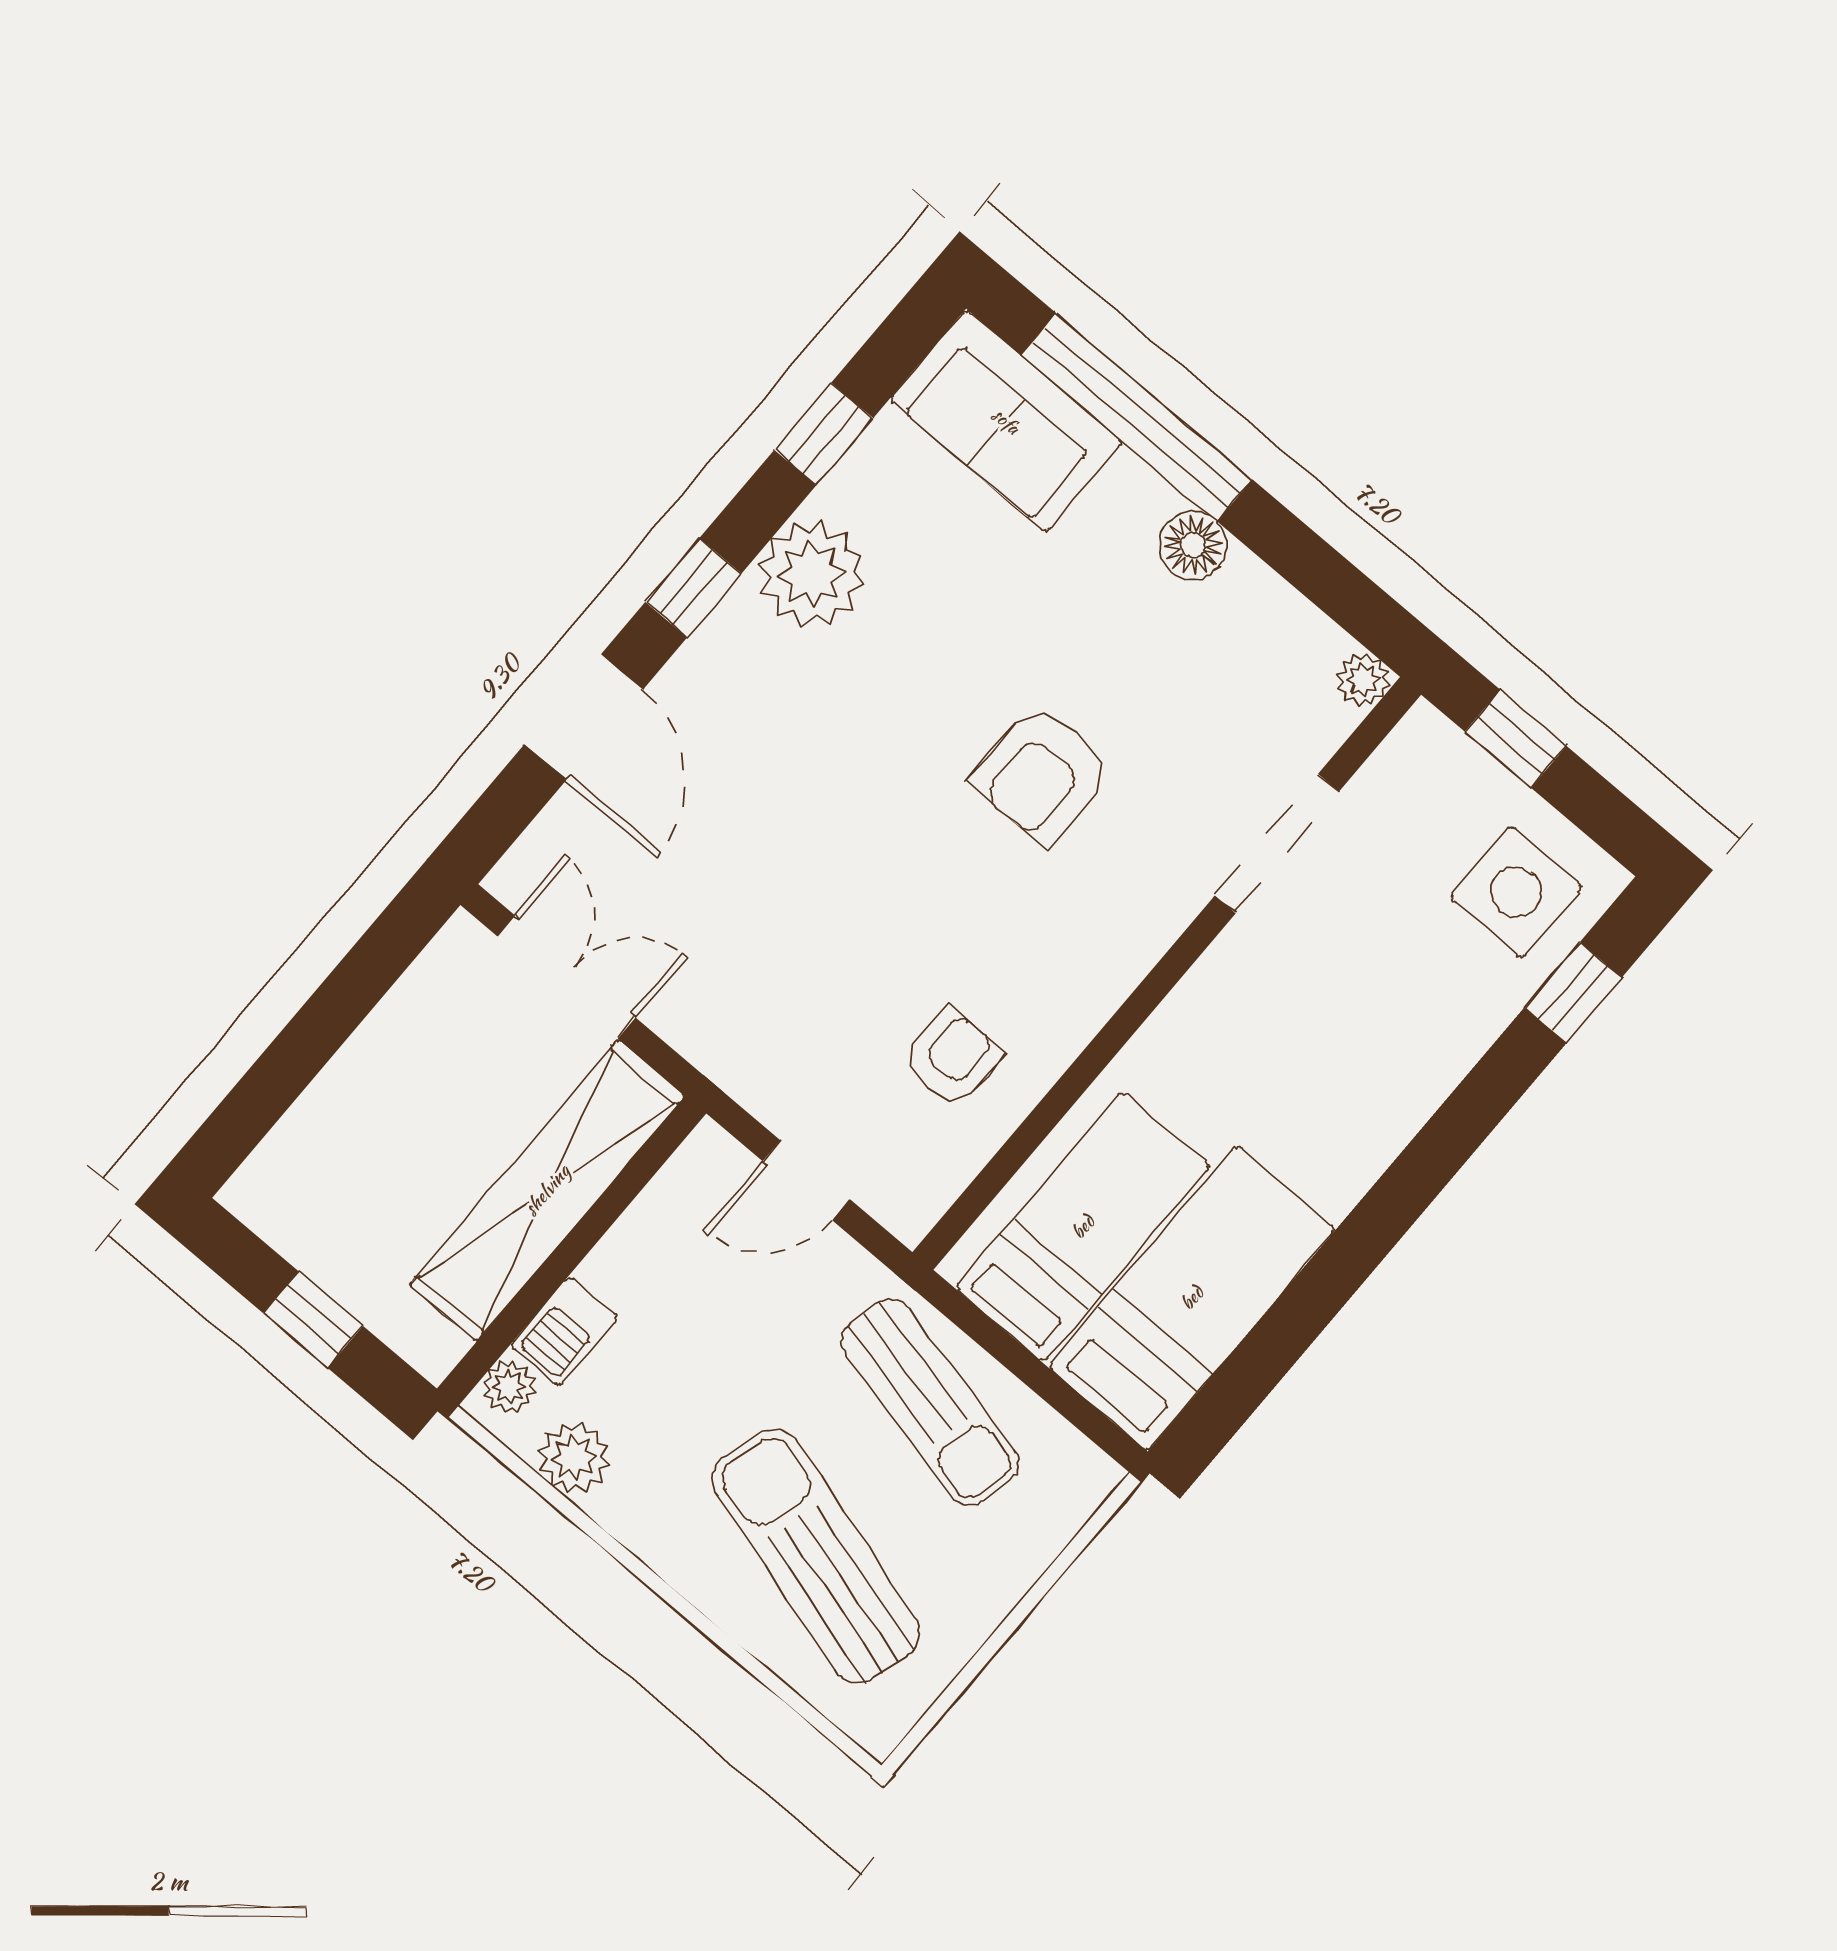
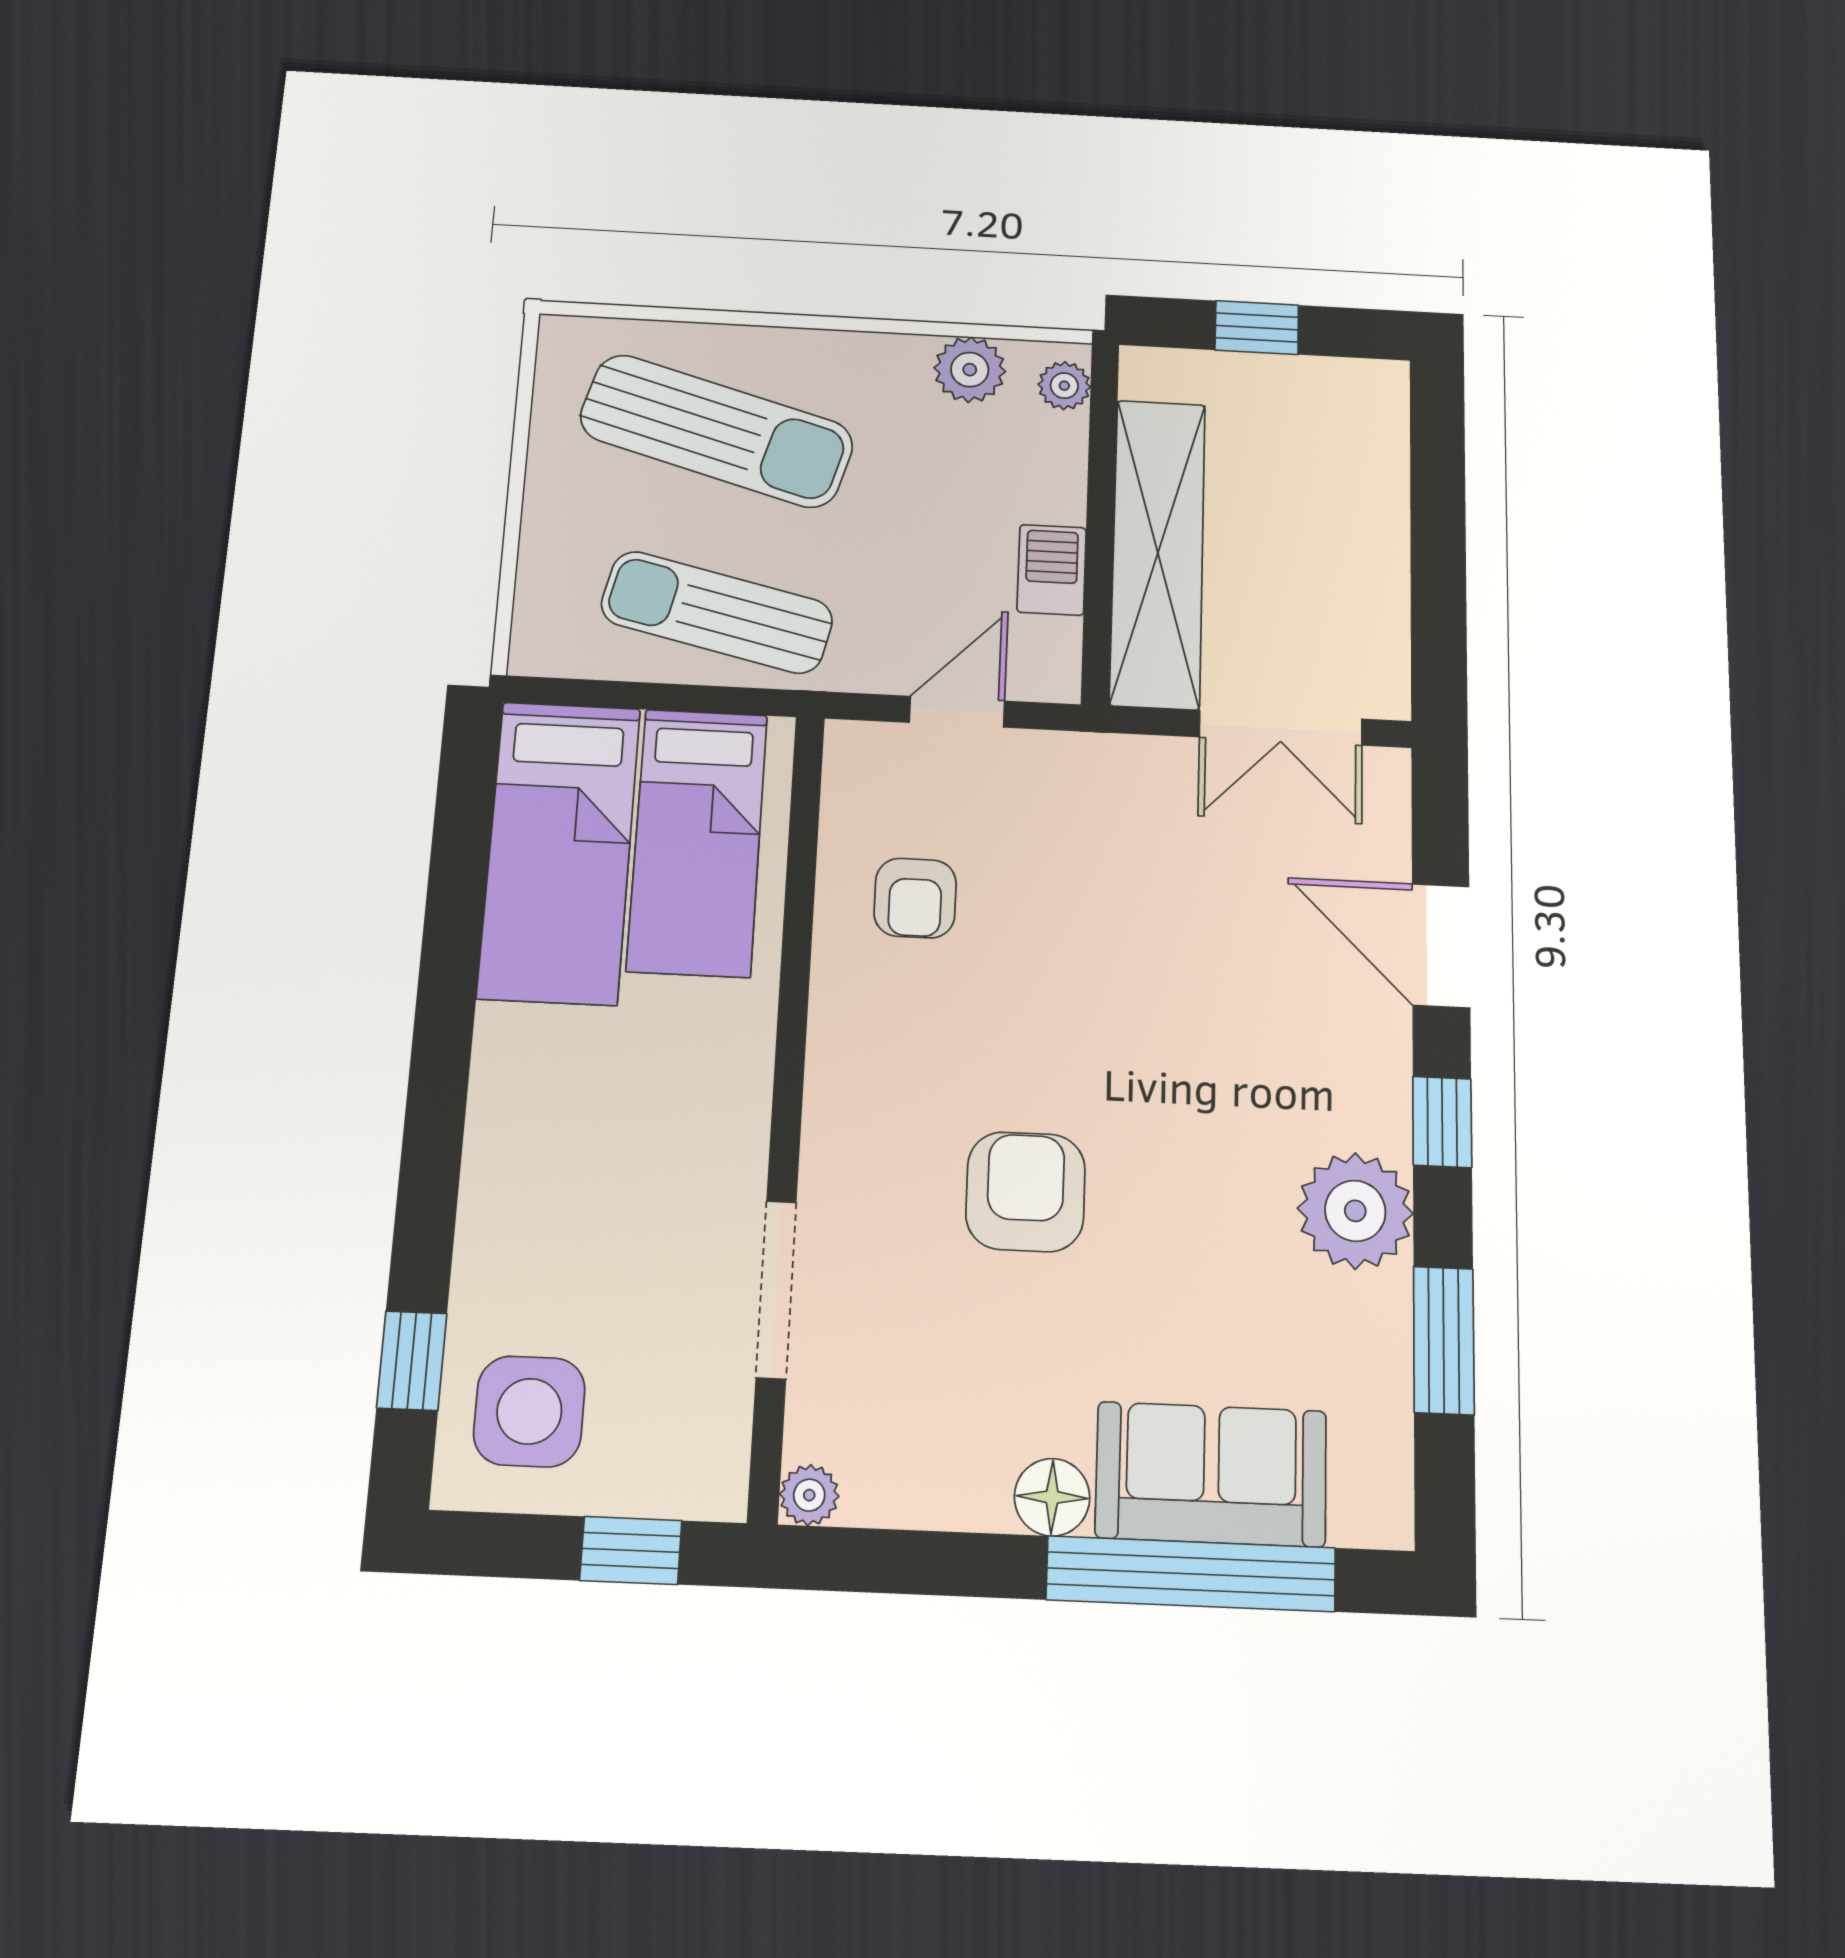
sofa: (1006, 421) -> (1211, 1474), moved
window: (824, 434) -> (1444, 1340), width x1.50
barbecue: (564, 1331) -> (1052, 570), moved

